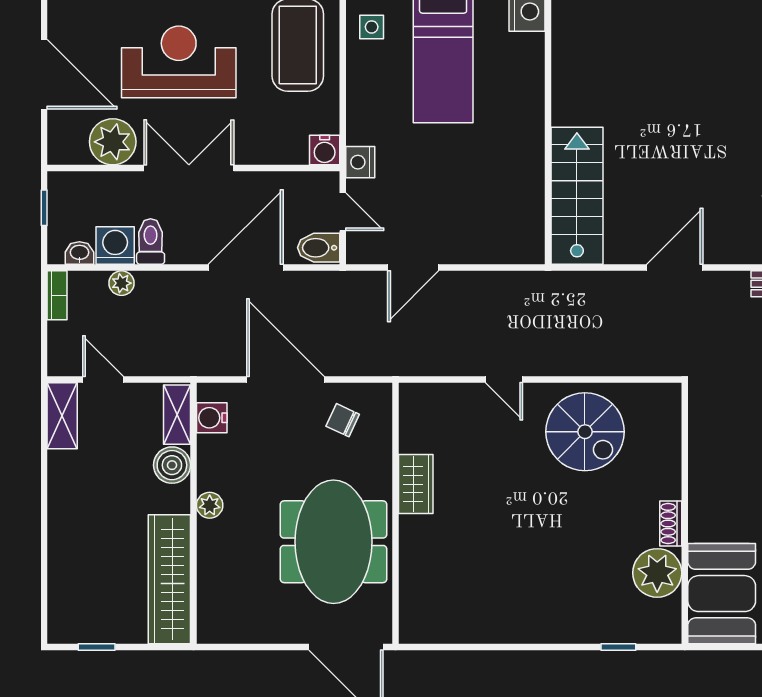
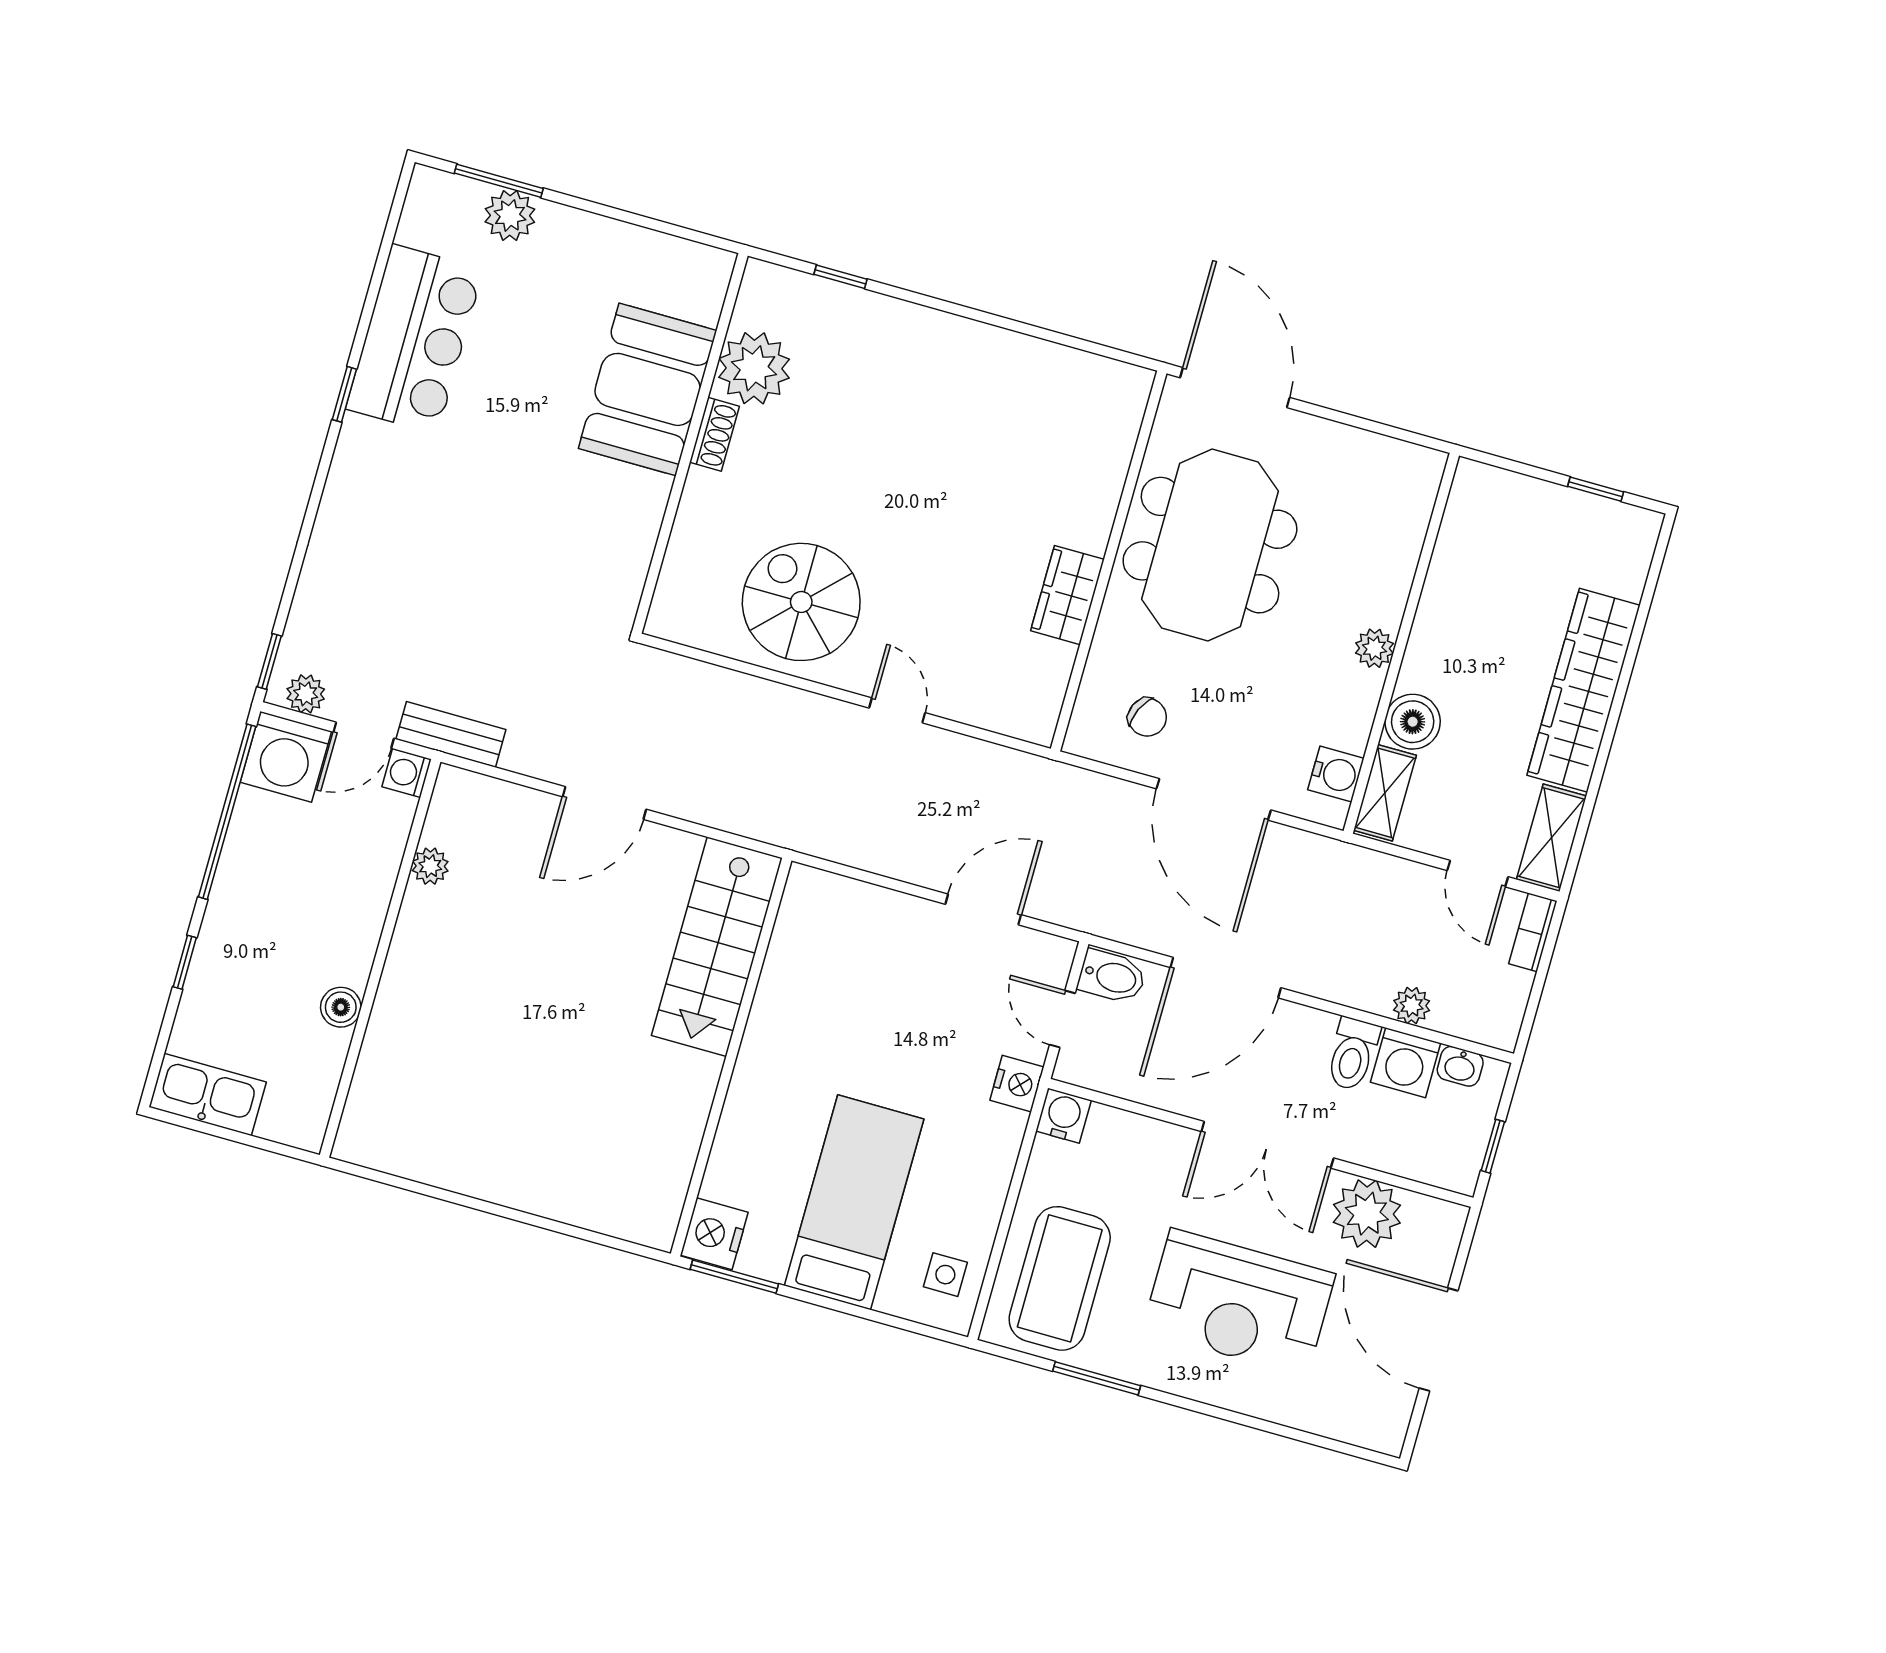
bookcase: (57, 295) -> (1533, 932), moved
wardrobe: (169, 579) -> (1584, 690), moved, turned 180
booth: (722, 594) -> (648, 389), moved

